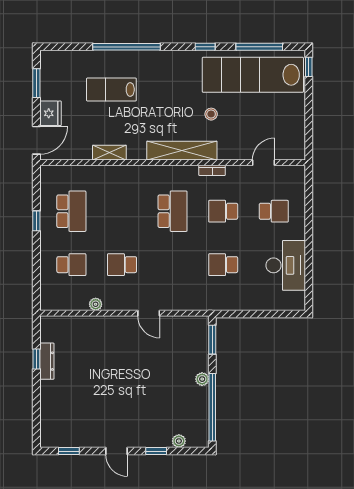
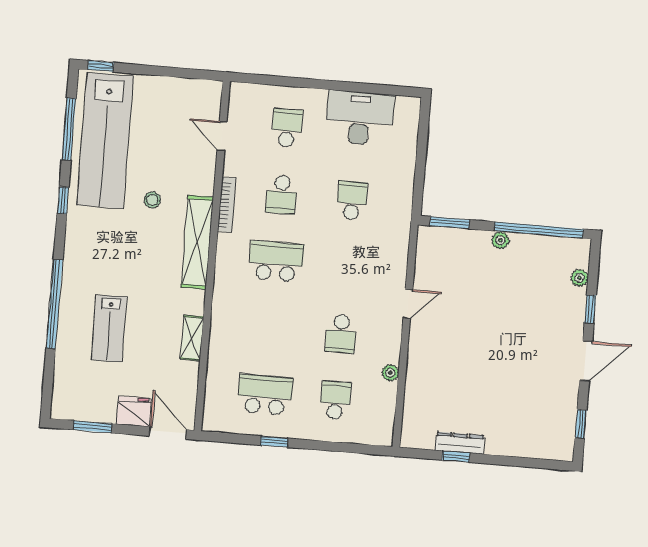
bookcase: (212, 170) -> (227, 205), width x1.56
school desk: (223, 265) -> (352, 200), turned 180
door: (117, 451) -> (586, 361), width x1.38

